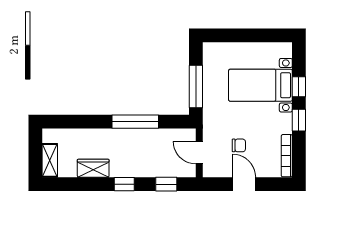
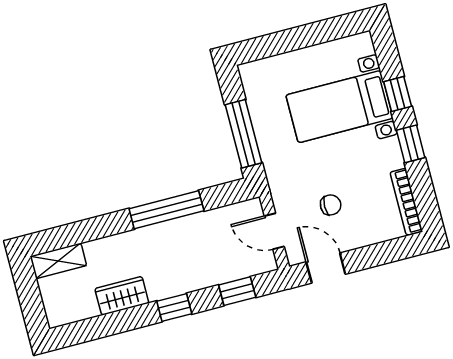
shelving: (50, 160) -> (58, 261), moved, turned 90
door: (244, 184) -> (326, 268), moved

